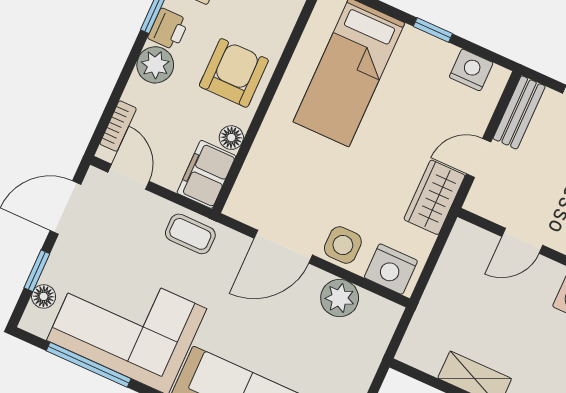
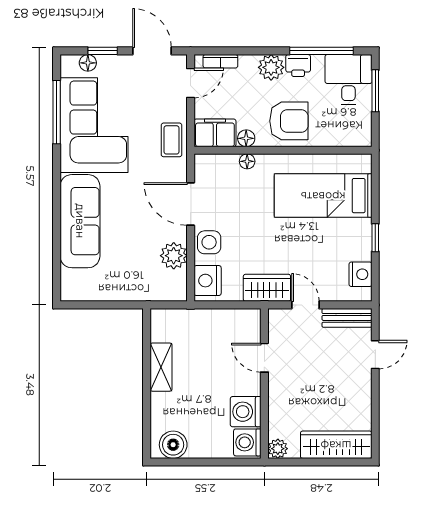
floor lamp: (261, 150) -> (247, 161), added

